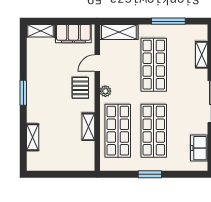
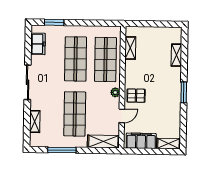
pallet: (80, 88) -> (136, 96), turned 90
shelving: (88, 127) -> (130, 48), moved
window: (150, 174) -> (54, 22), moved

